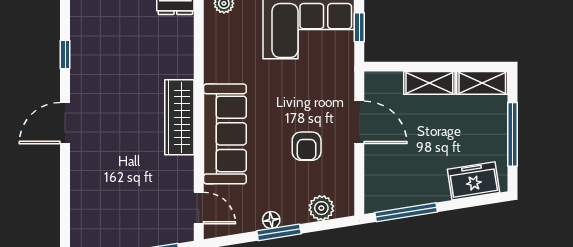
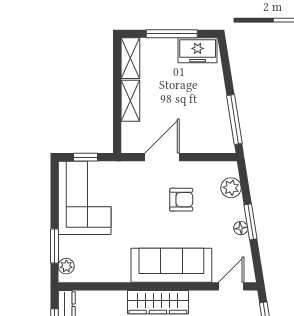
freezer: (473, 181) -> (198, 50), moved, turned -81

